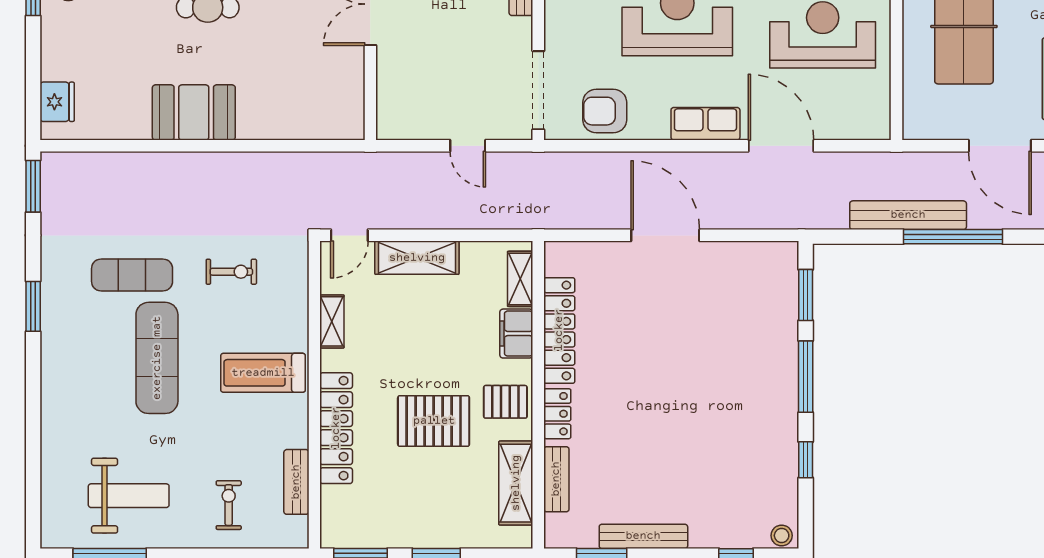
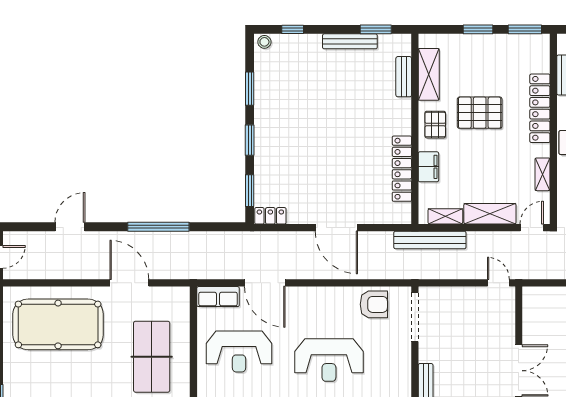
row of seats: (705, 124) -> (218, 297), moved
door: (468, 146) -> (498, 283), moved
bench: (908, 215) -> (430, 240), moved
shelving: (520, 279) -> (445, 216), moved, turned 90
window: (806, 377) -> (250, 140), width x0.69
pallet: (505, 402) -> (435, 125), turned 90
locker: (557, 414) -> (270, 216), moved, turned 90
window: (806, 460) -> (250, 89), width x1.50

